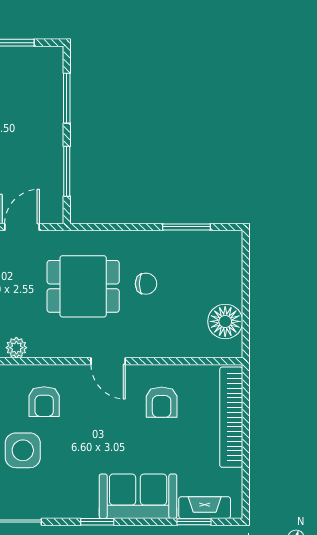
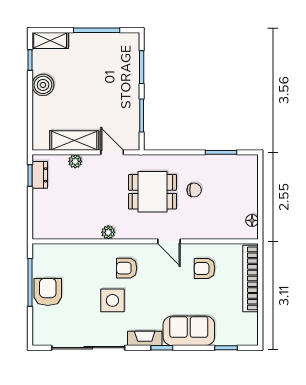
door: (22, 227) -> (112, 152), hinge flipped
floor lamp: (225, 321) -> (252, 220), width x0.53, depth x0.53
armchair: (44, 402) -> (127, 268), turned 90
armchair: (162, 402) -> (204, 268), turned 90
fireplace: (205, 508) -> (145, 338), moved

